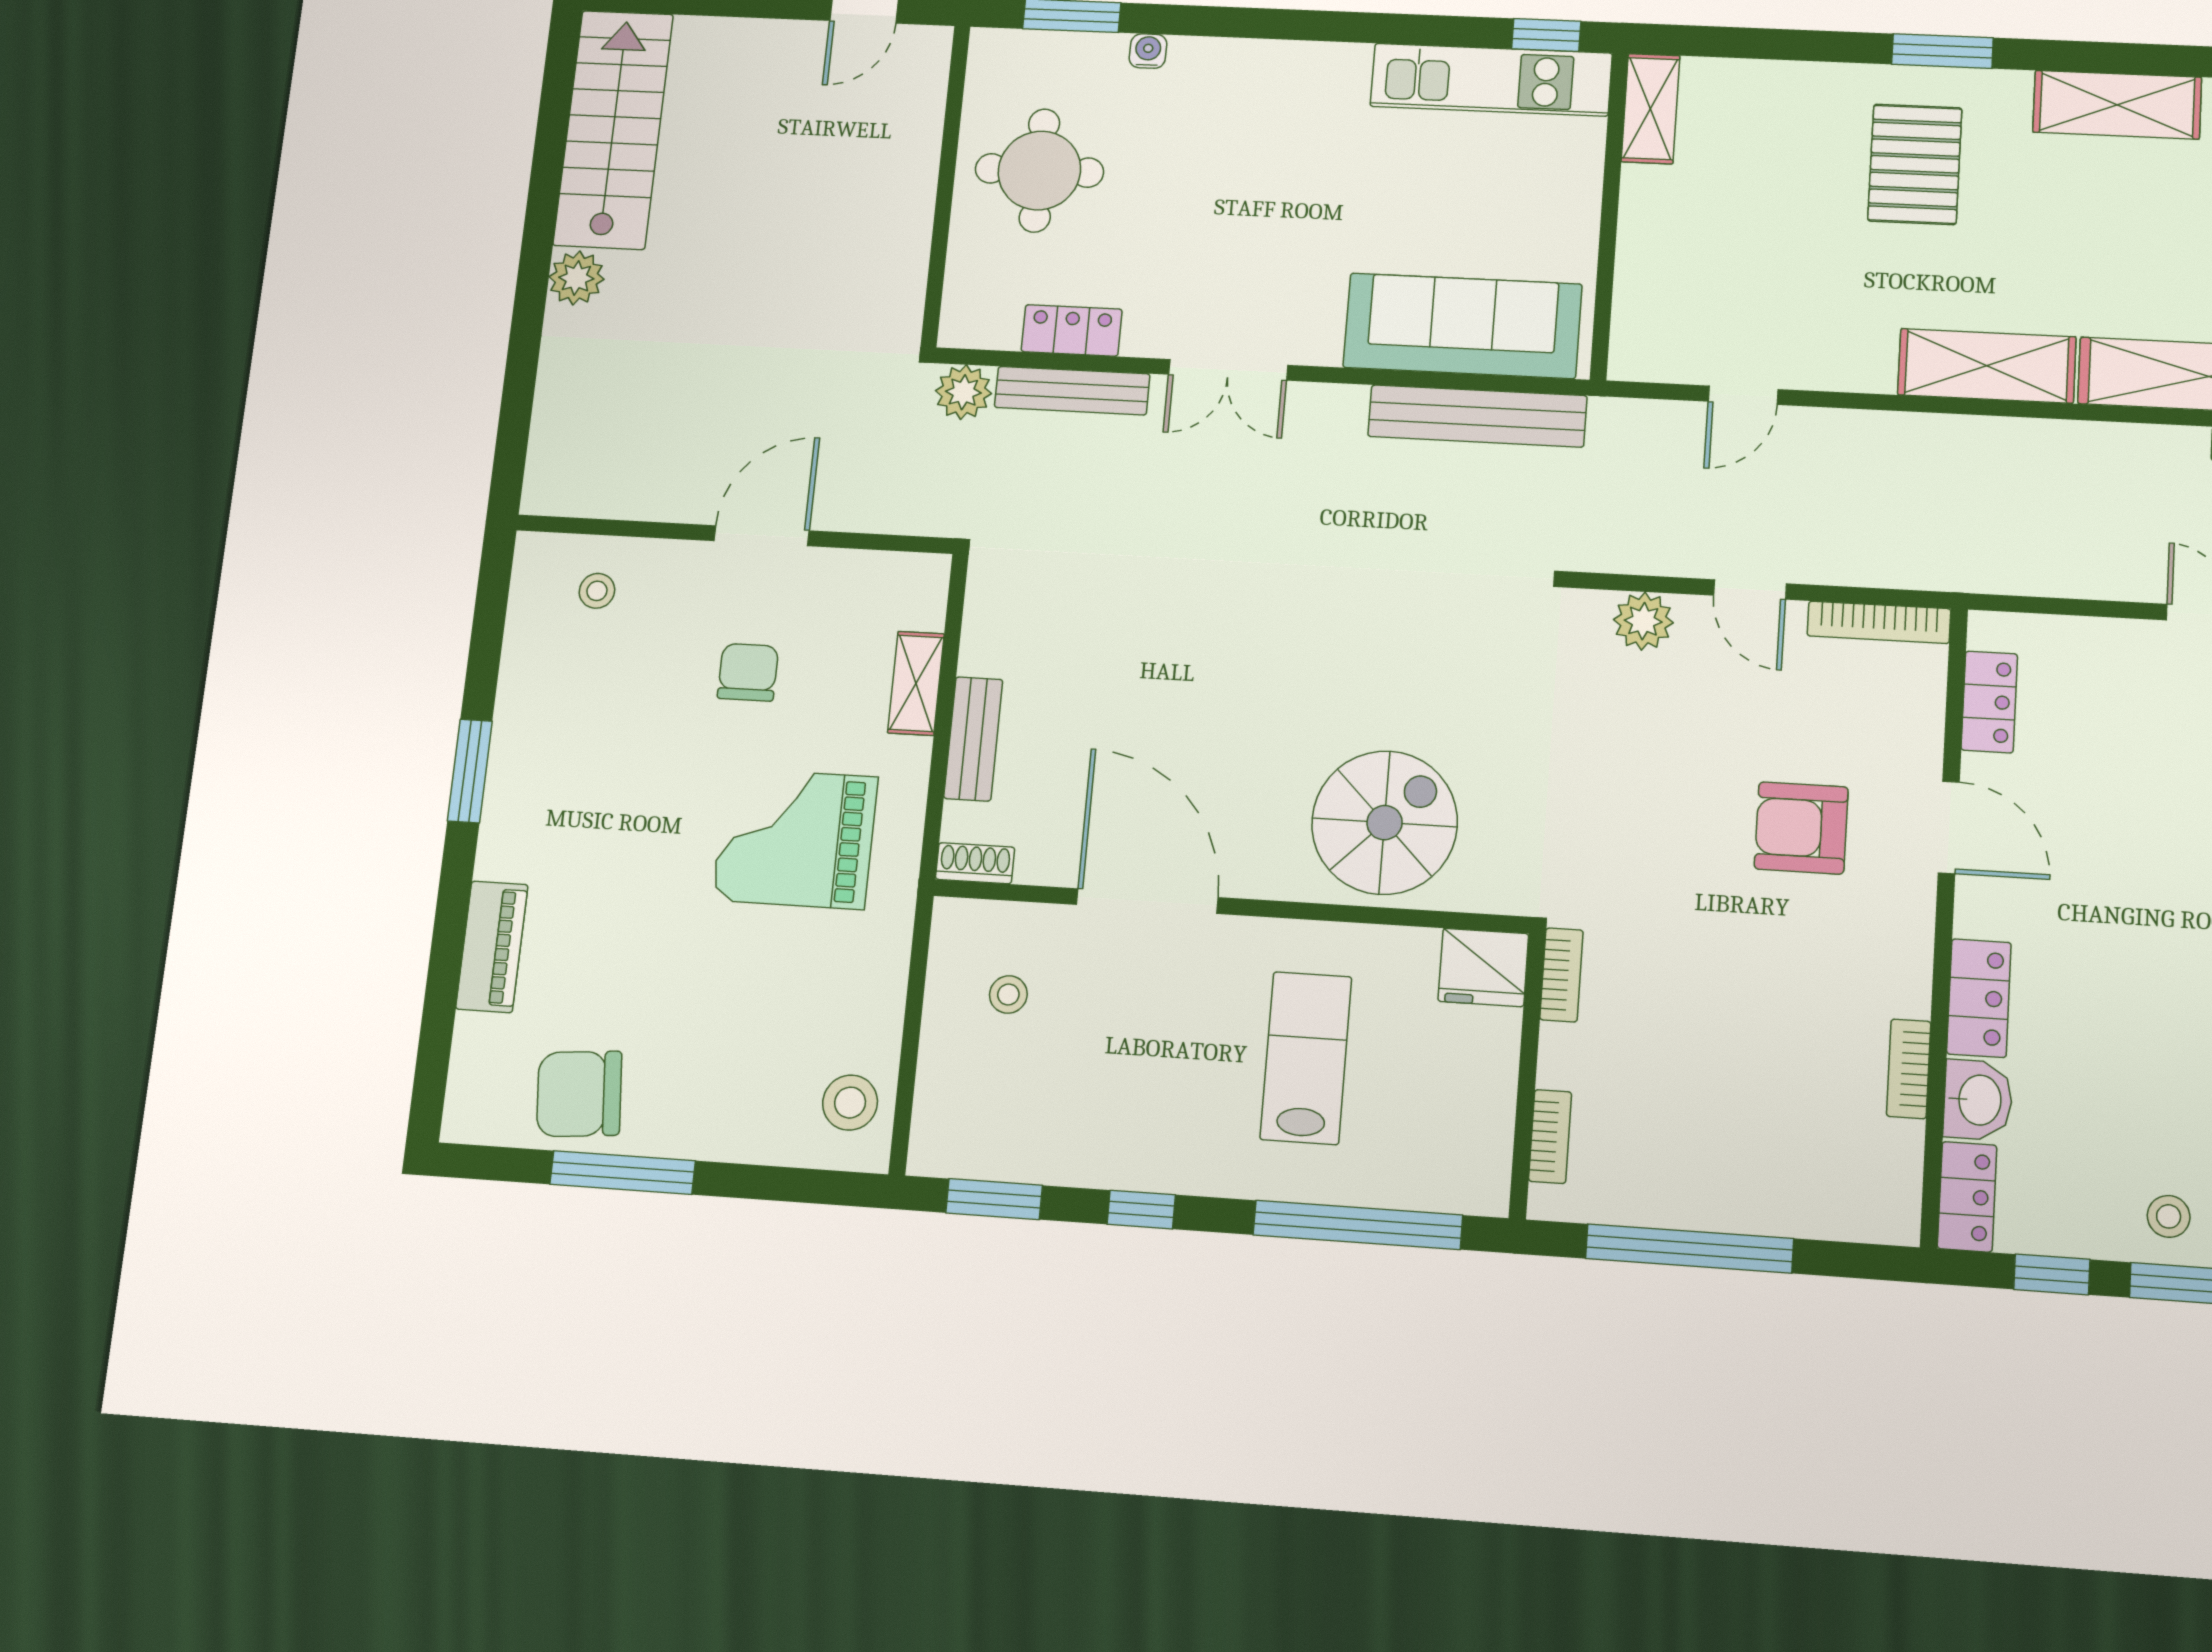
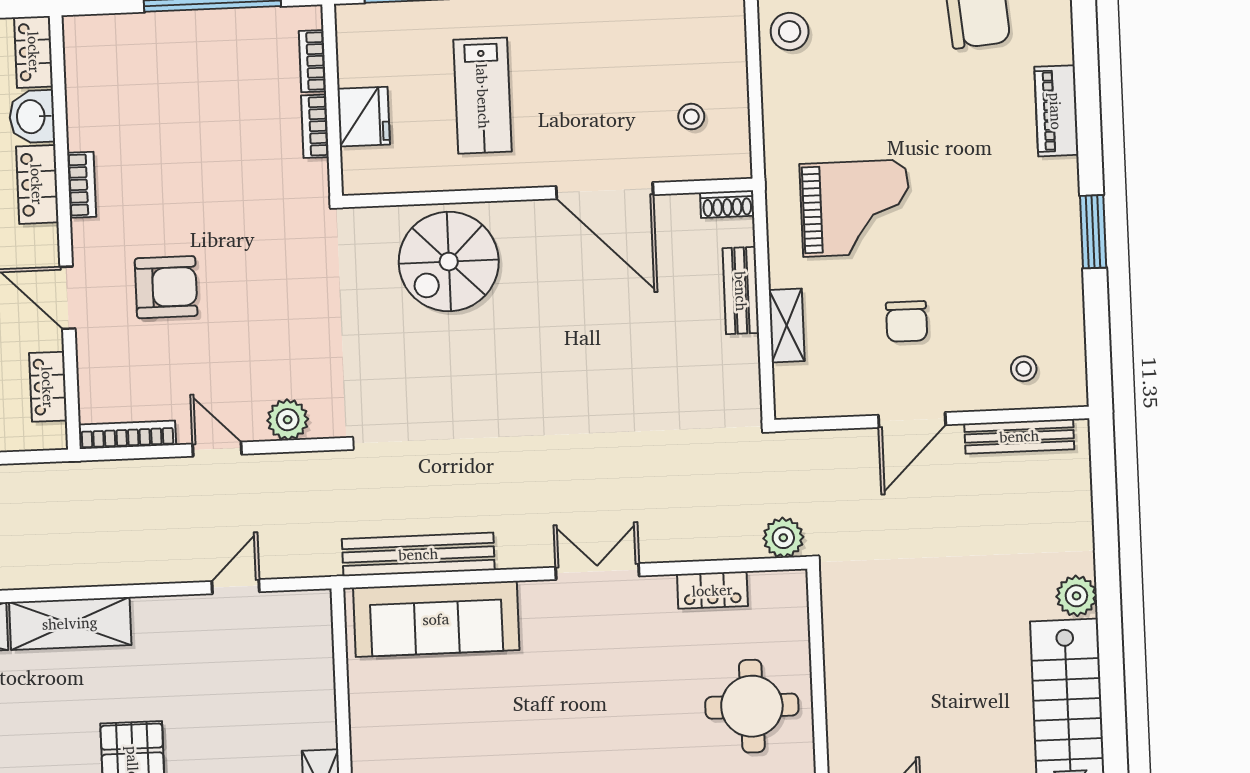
bench: (1072, 391) -> (1019, 436), moved
fridge: (1483, 967) -> (364, 117), moved, turned 90
bookcase: (1561, 975) -> (315, 126), moved
bookcase: (1909, 1069) -> (82, 185), moved

